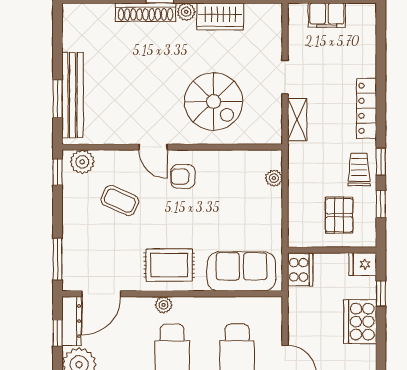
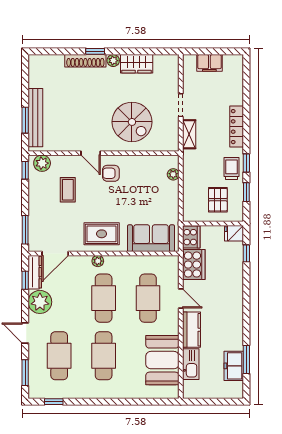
coffee table: (120, 201) -> (68, 190), turned 66
cooker: (360, 322) -> (194, 265), moved, turned 180

